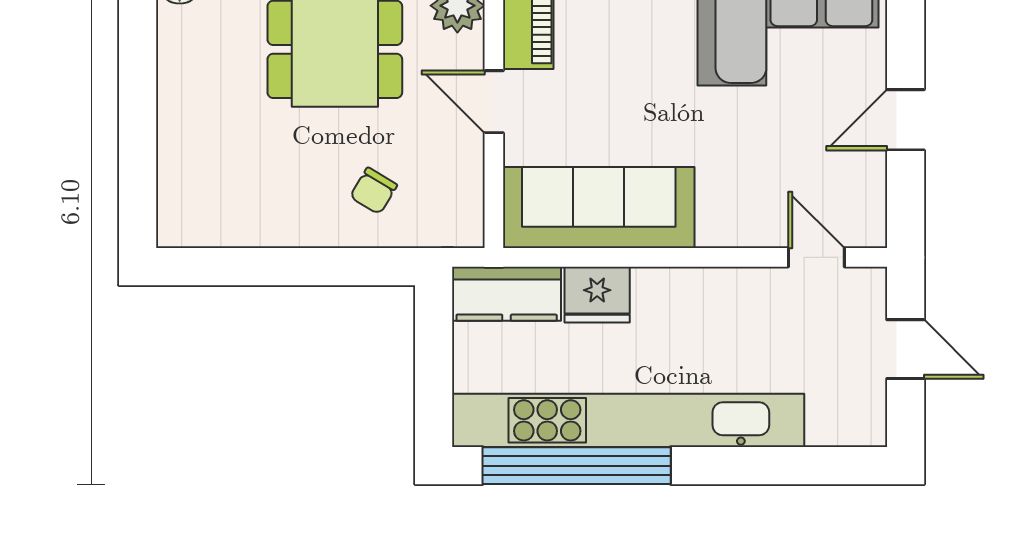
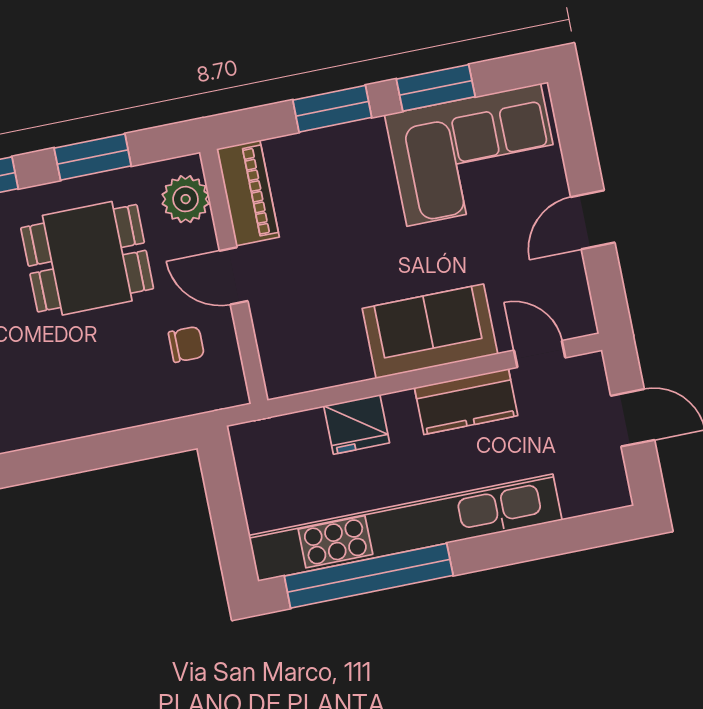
chair: (374, 191) -> (186, 344), moved, turned -121
sofa: (599, 207) -> (430, 331), moved, width x0.73
kitchen counter: (507, 294) -> (466, 402), moved

